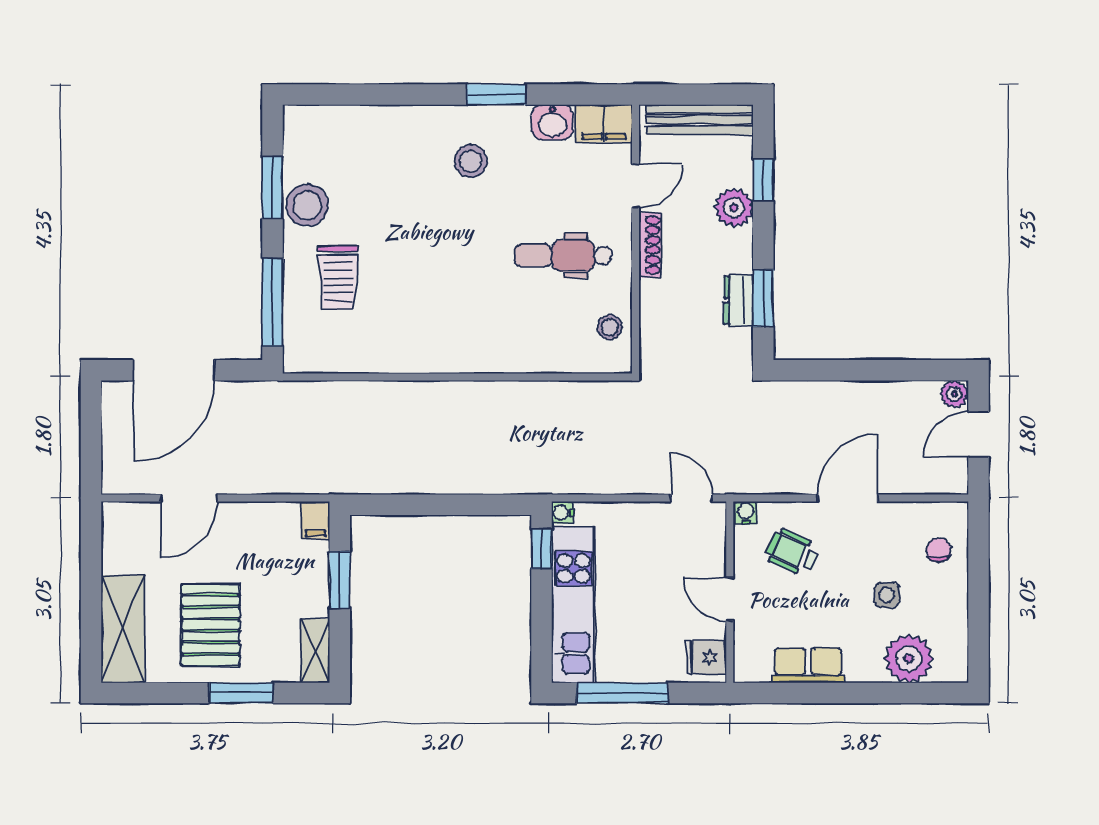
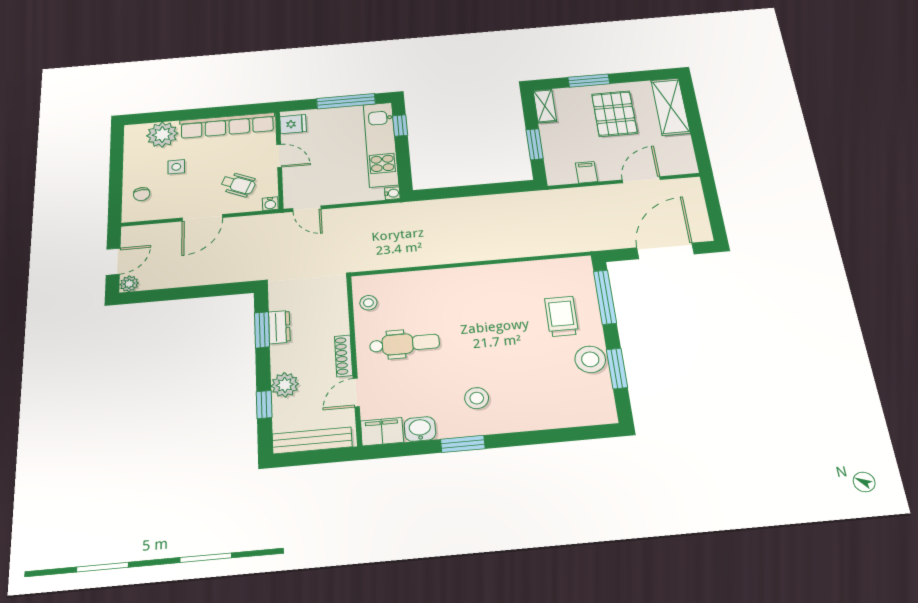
filing cabinet: (316, 520) -> (586, 172), moved
window: (541, 548) -> (400, 126), moved
row of seats: (808, 665) -> (227, 125), width x2.02

